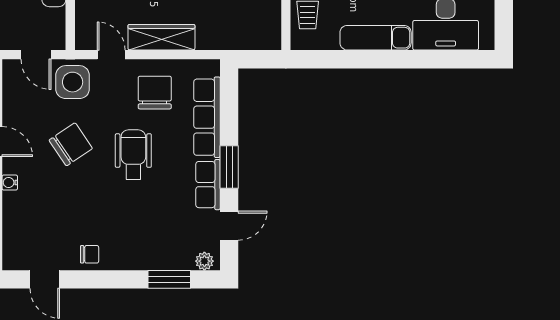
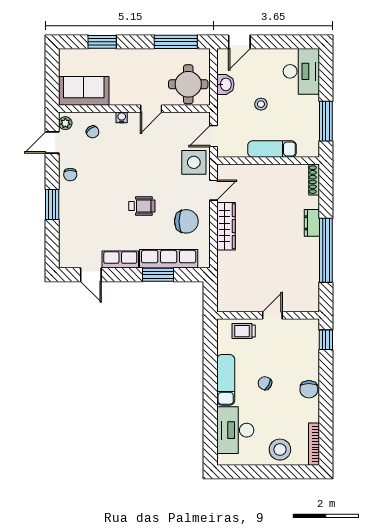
chair: (71, 144) -> (93, 132), moved, width x0.54, depth x0.54
wheelchair: (133, 155) -> (142, 206), width x0.73, depth x0.73
window: (229, 167) -> (158, 275), moved
plant: (204, 261) -> (65, 123), moved
window: (169, 279) -> (52, 205), moved

